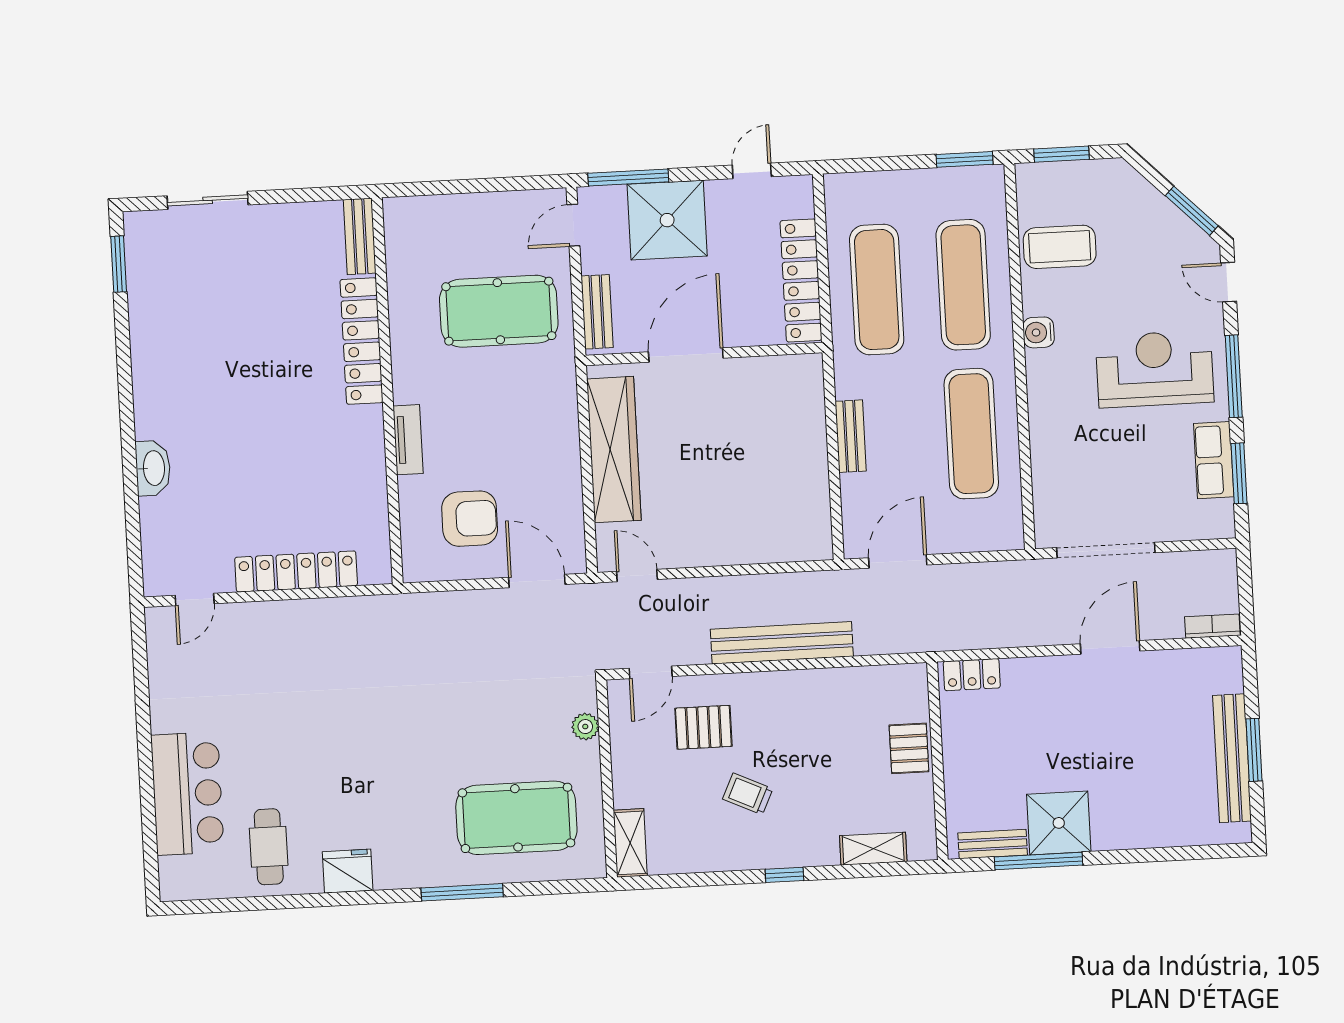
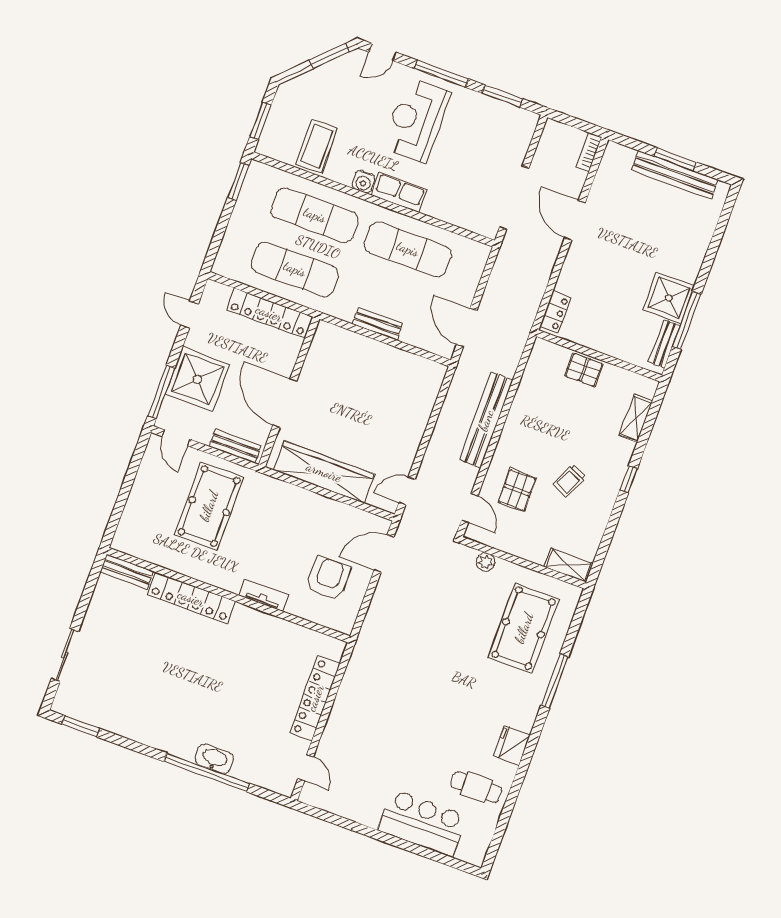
row of seats: (1214, 460) -> (399, 193), moved, turned 180
window: (130, 465) -> (206, 772), added

